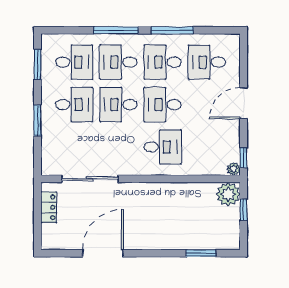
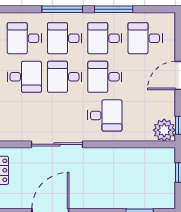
desk: (74, 62) -> (24, 38), turned 180
plant: (234, 169) -> (164, 130), width x1.87, depth x1.87
sliding door: (90, 179) -> (57, 144), moved
plant: (228, 194) -> (165, 158), removed

